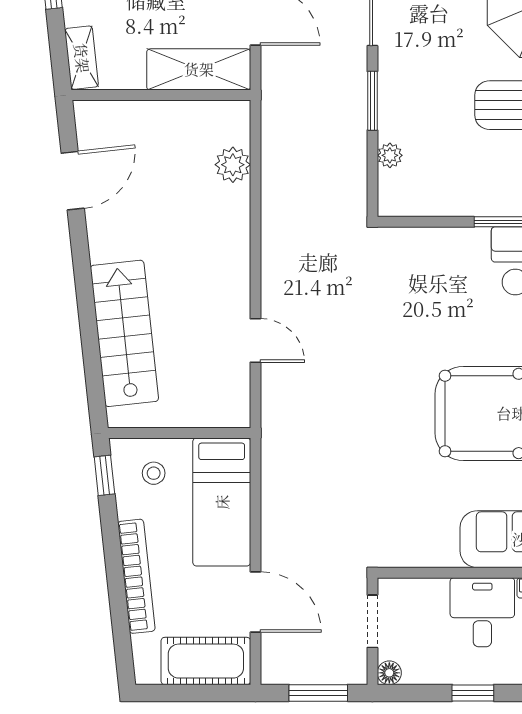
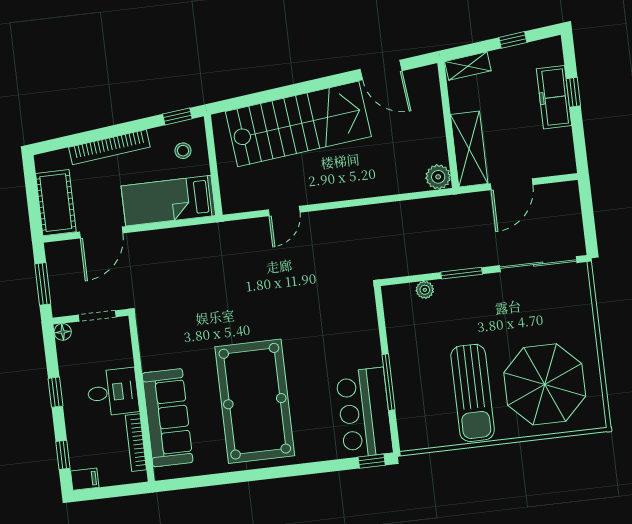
plant: (233, 165) -> (438, 177), moved
stairs: (124, 333) -> (298, 124), width x1.36, depth x1.51

